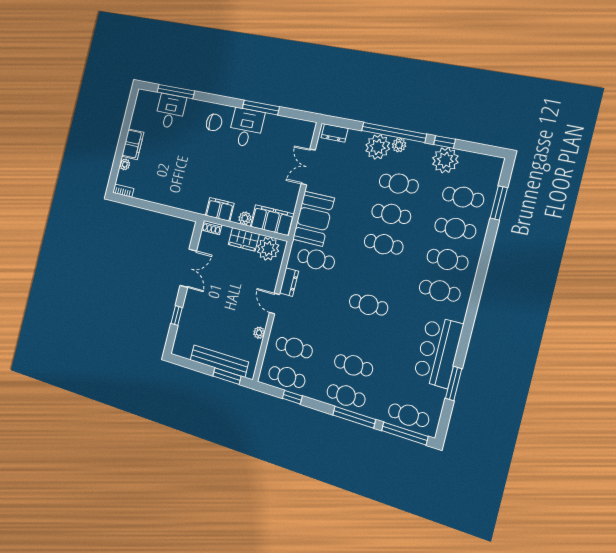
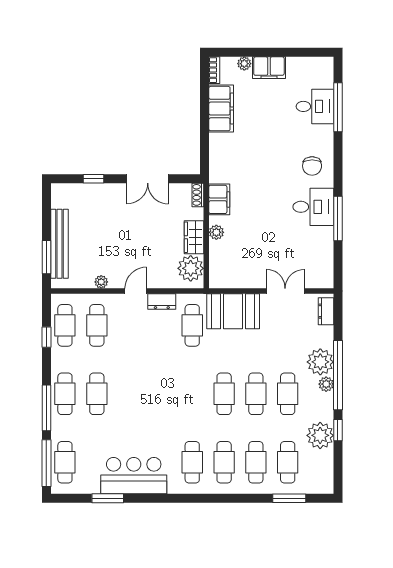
filing cabinet: (272, 220) -> (221, 109), moved
cafe table: (369, 305) -> (160, 394), removed

